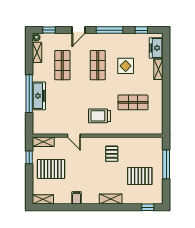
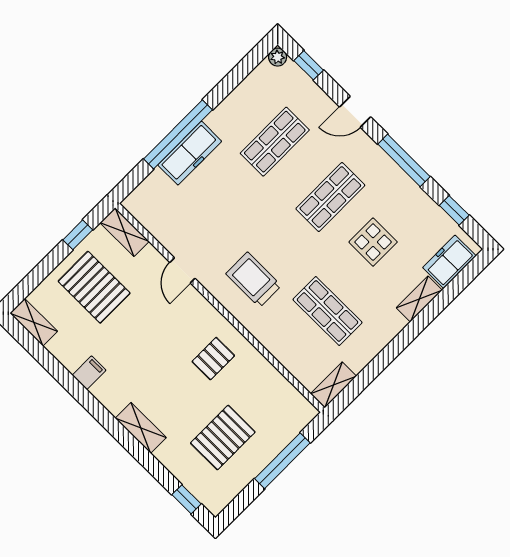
shelving: (37, 52) -> (333, 385), moved
pallet: (140, 176) -> (223, 438), turned 90

